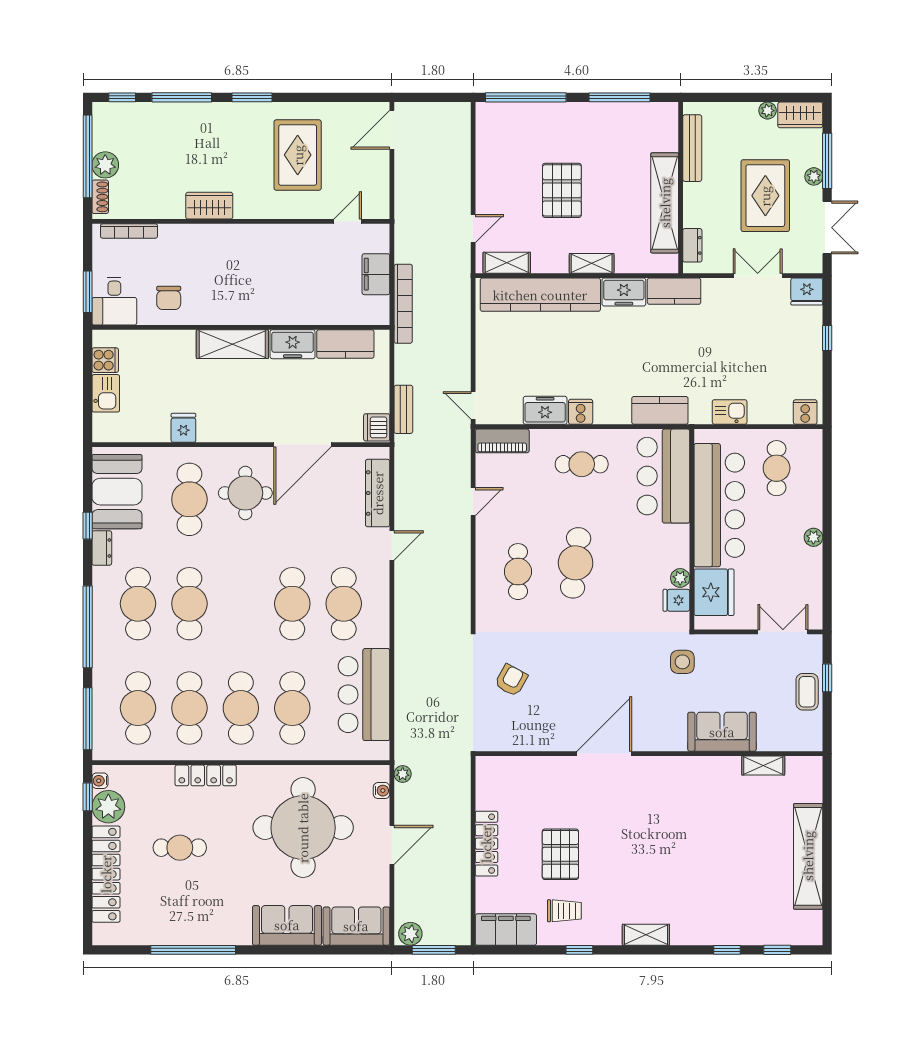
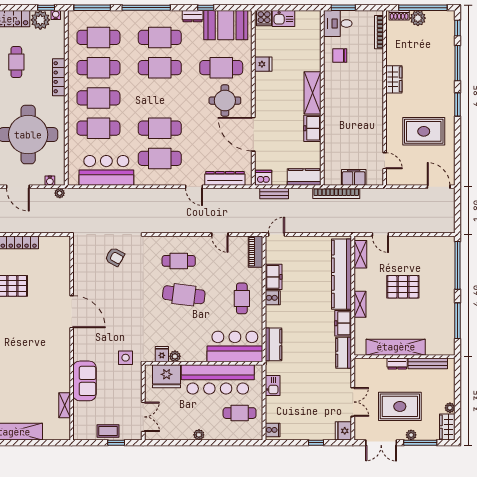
dresser: (692, 245) -> (397, 363), moved
kitchen counter: (345, 344) -> (304, 177), moved, turned 90
cooker: (105, 360) -> (264, 18), moved

